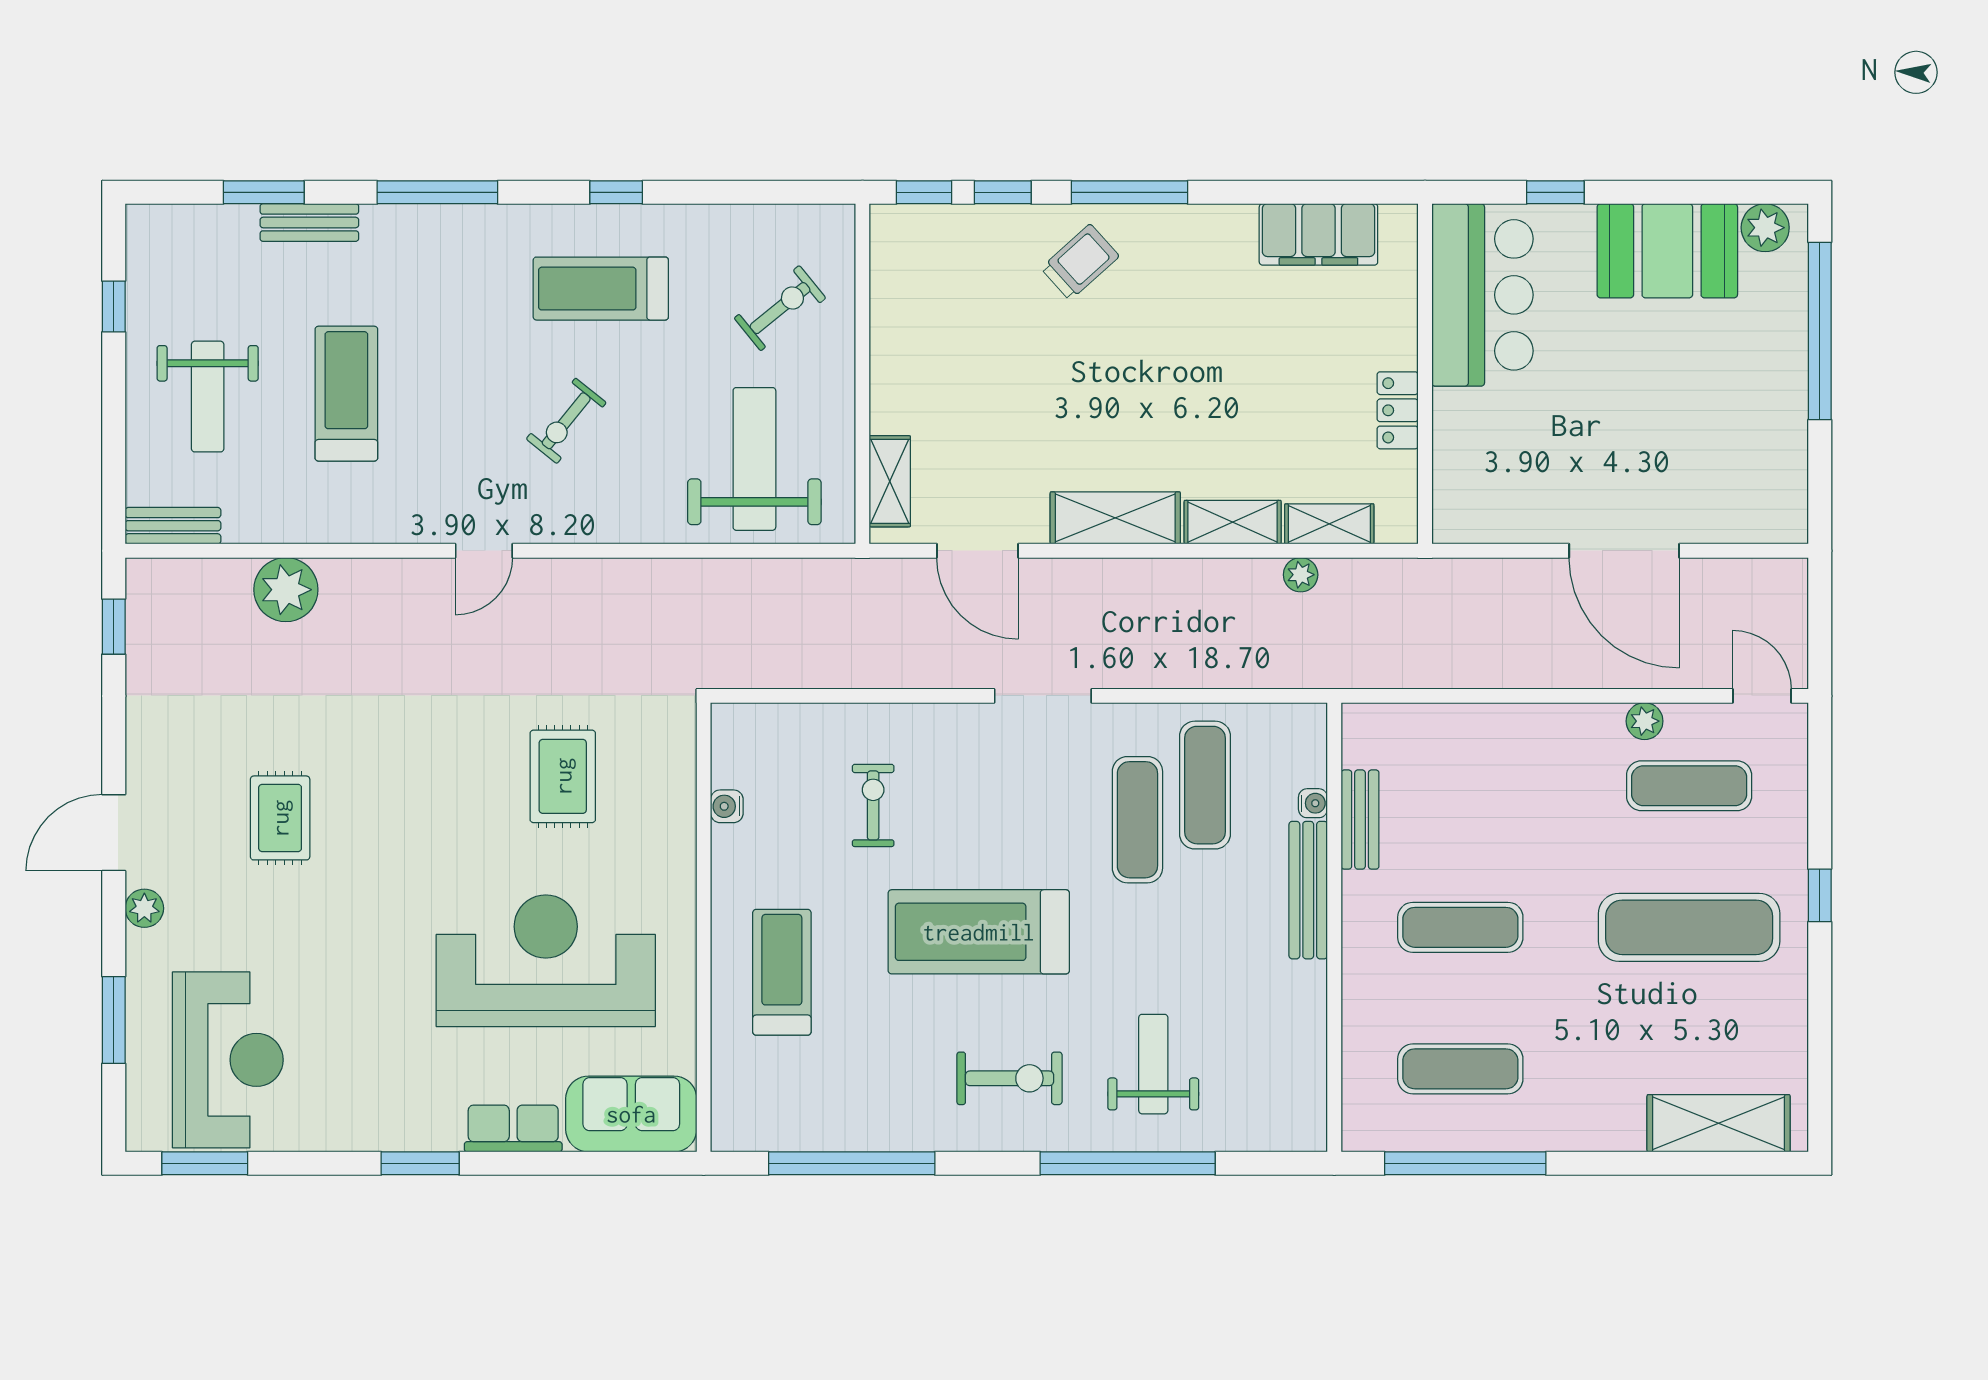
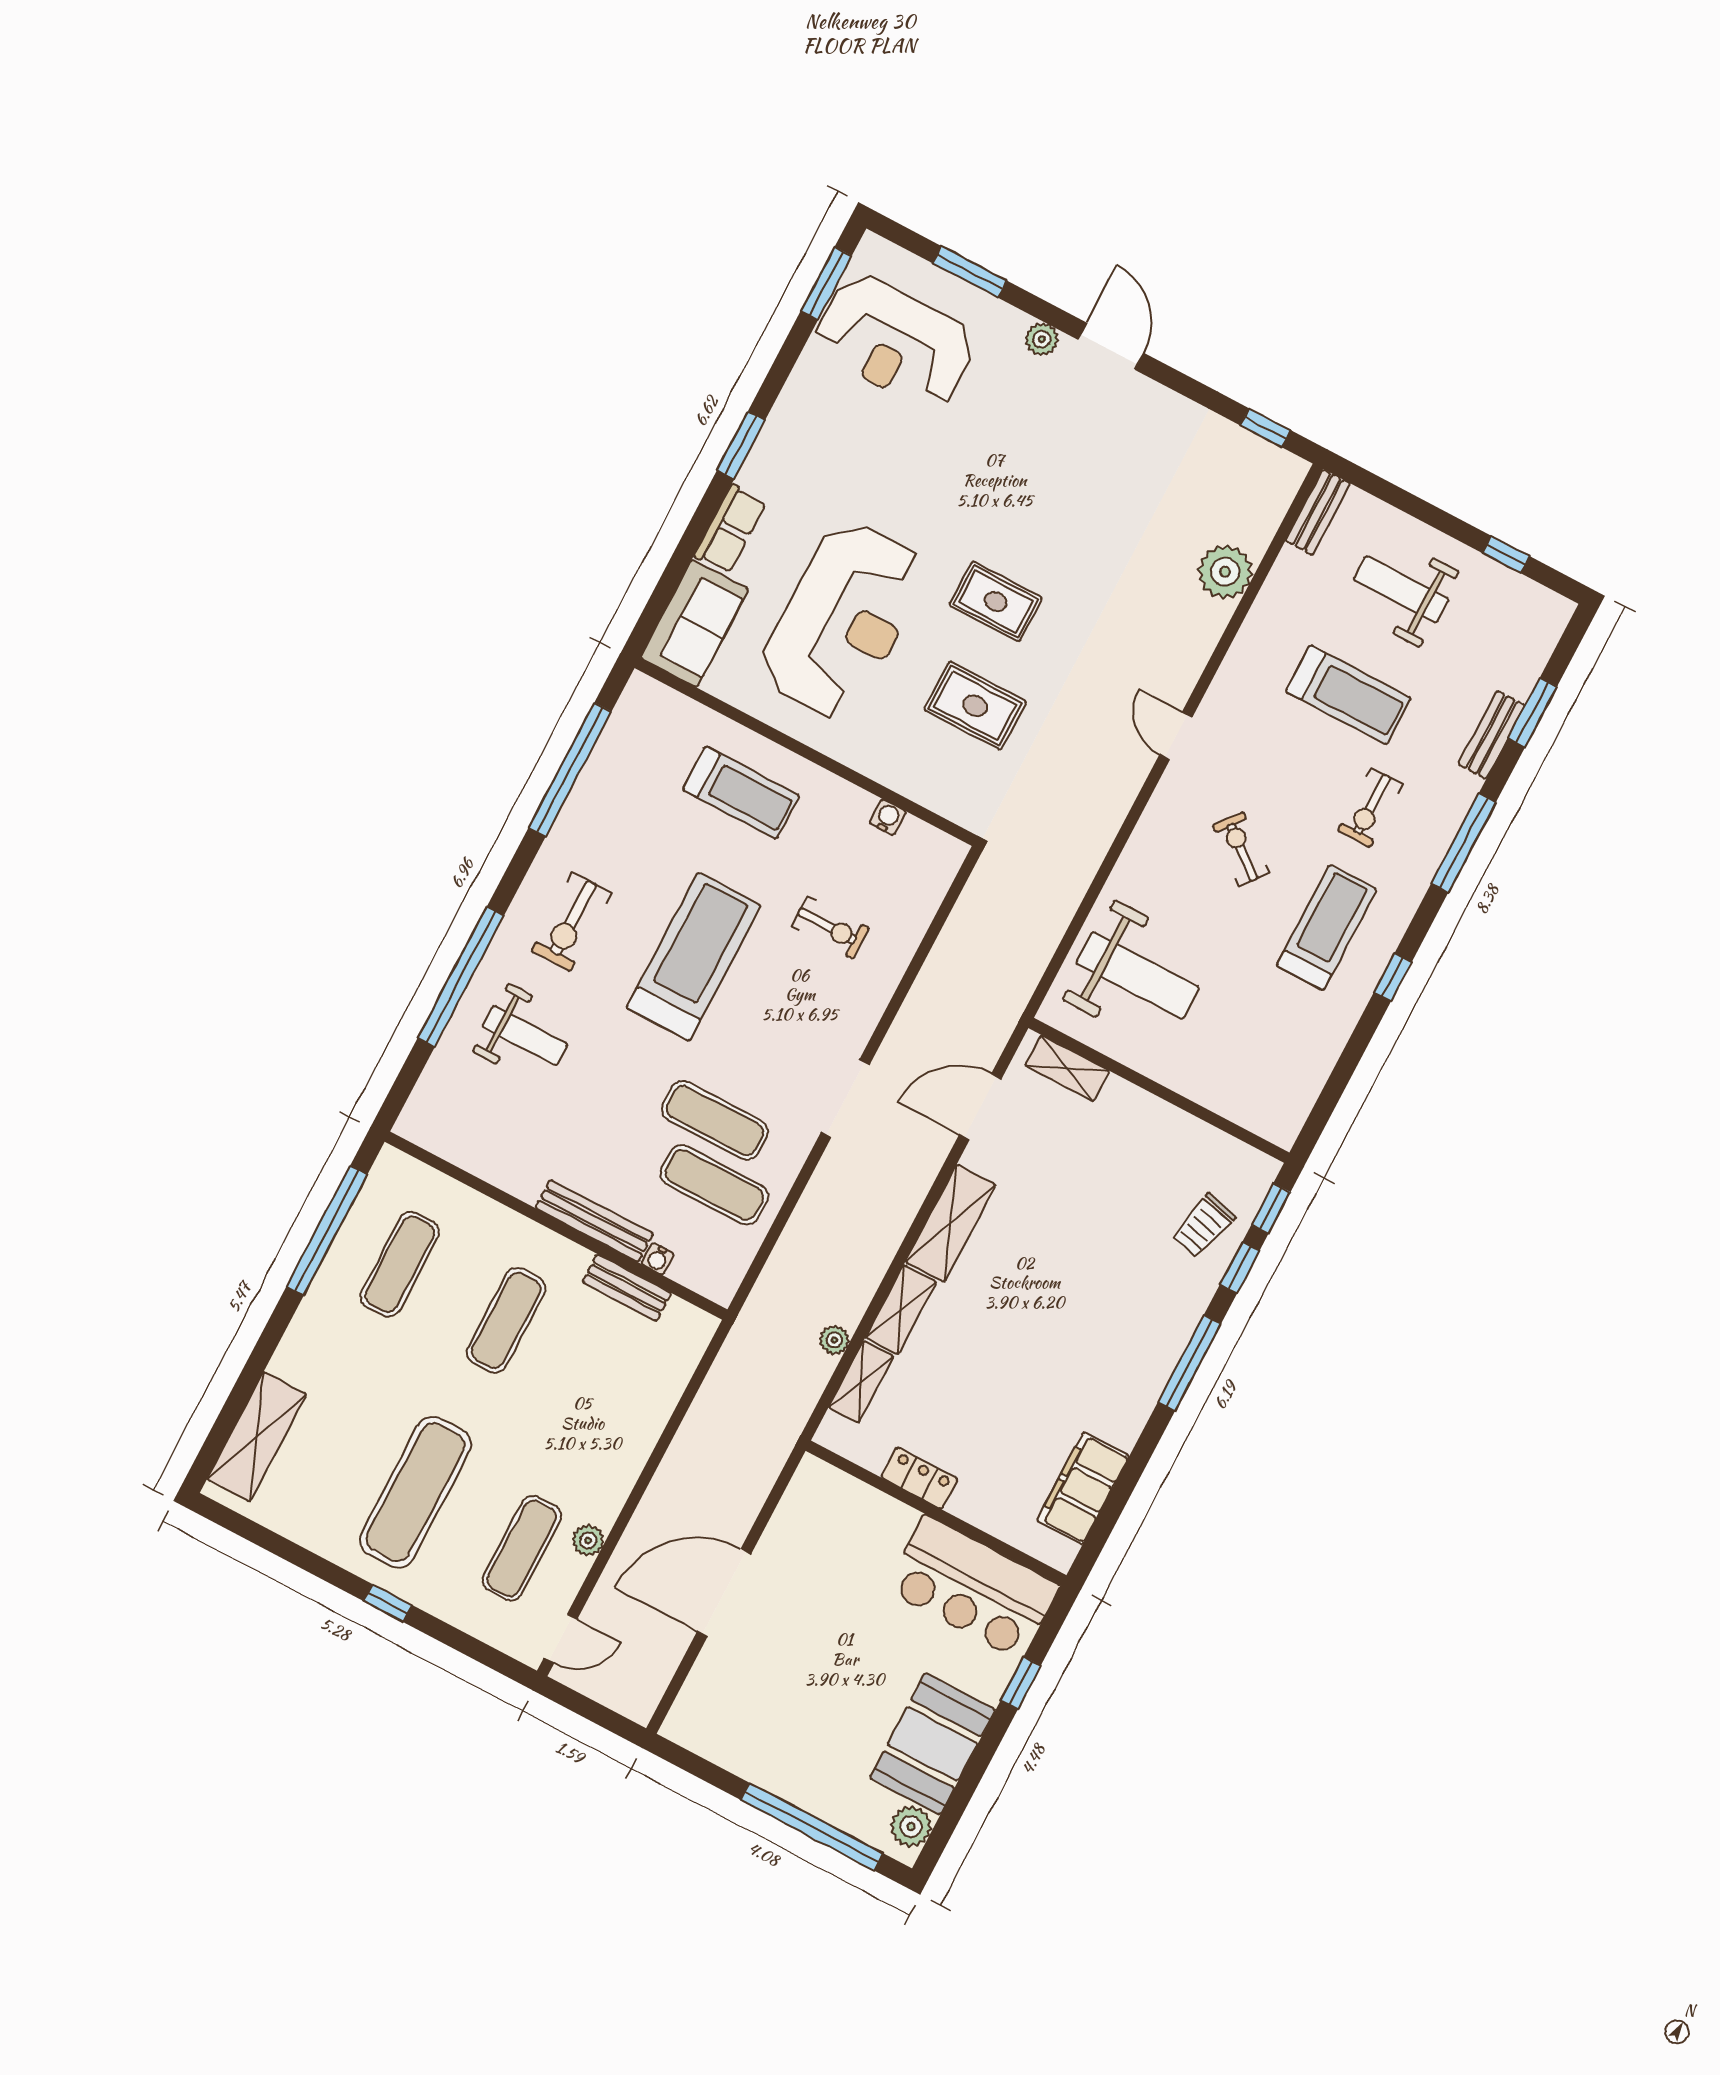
trolley: (1080, 262) -> (1203, 1226), moved, turned 56
exercise bike: (780, 308) -> (1370, 808), moved, turned 39
rug: (280, 818) -> (996, 601), moved

